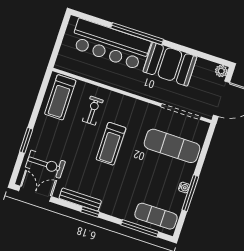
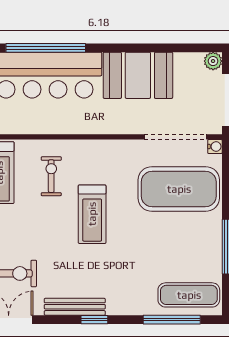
window: (137, 34) -> (46, 48), moved
exercise mat: (172, 146) -> (179, 189), width x1.47
water cooler: (184, 187) -> (215, 147), moved

